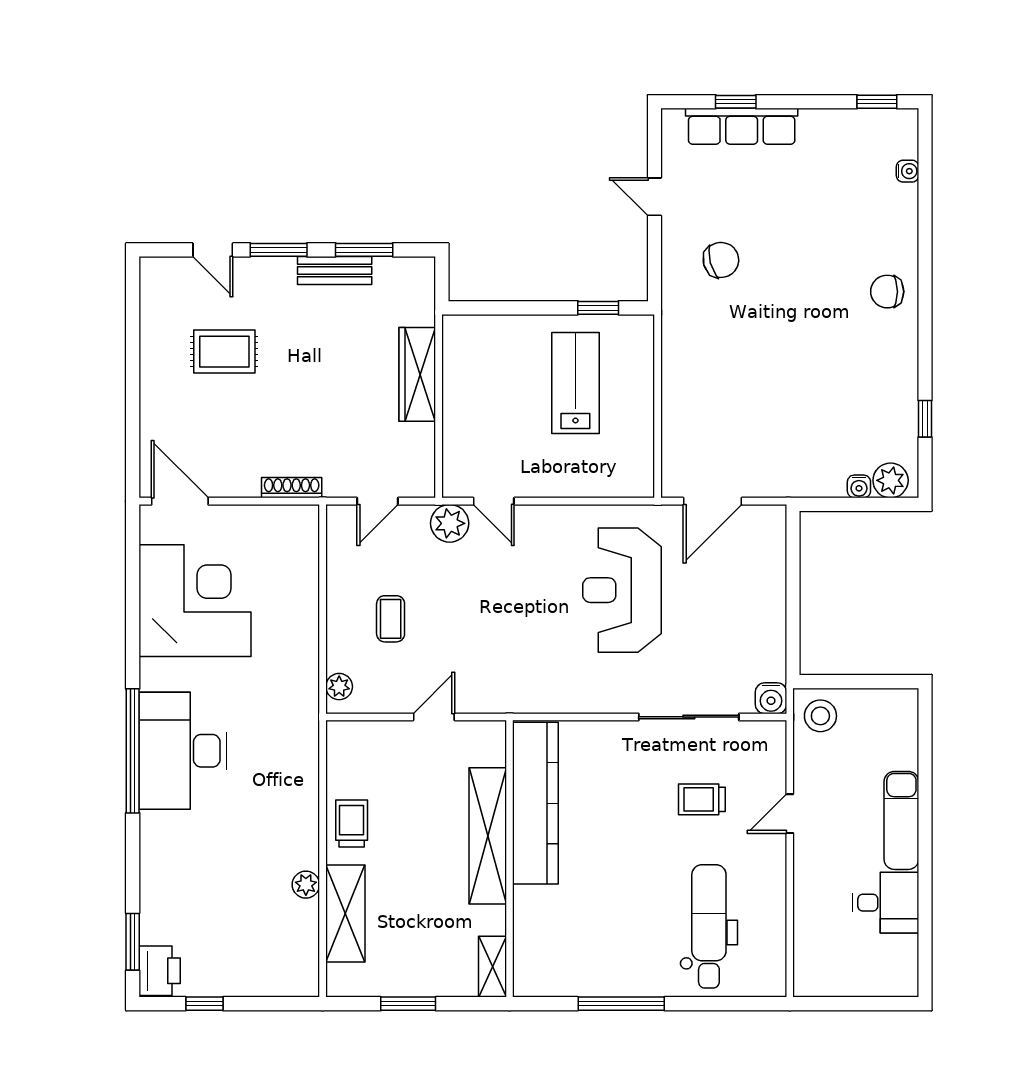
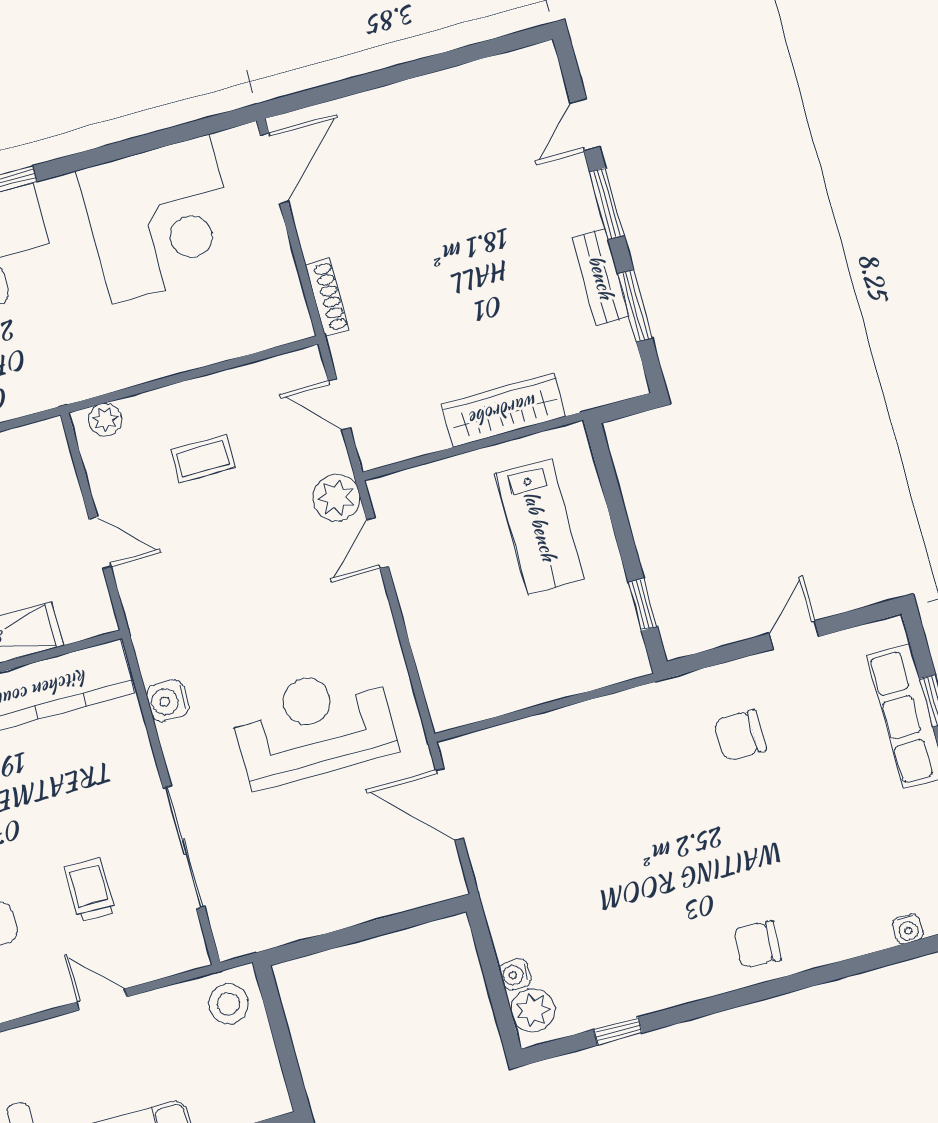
chair: (721, 260) -> (740, 735), turned 105
chair: (887, 292) -> (757, 944), turned -86
rug: (224, 352) -> (468, 172), removed
lab bench: (575, 383) -> (540, 526), moved, turned 90
water cooler: (771, 698) -> (168, 701), moved

